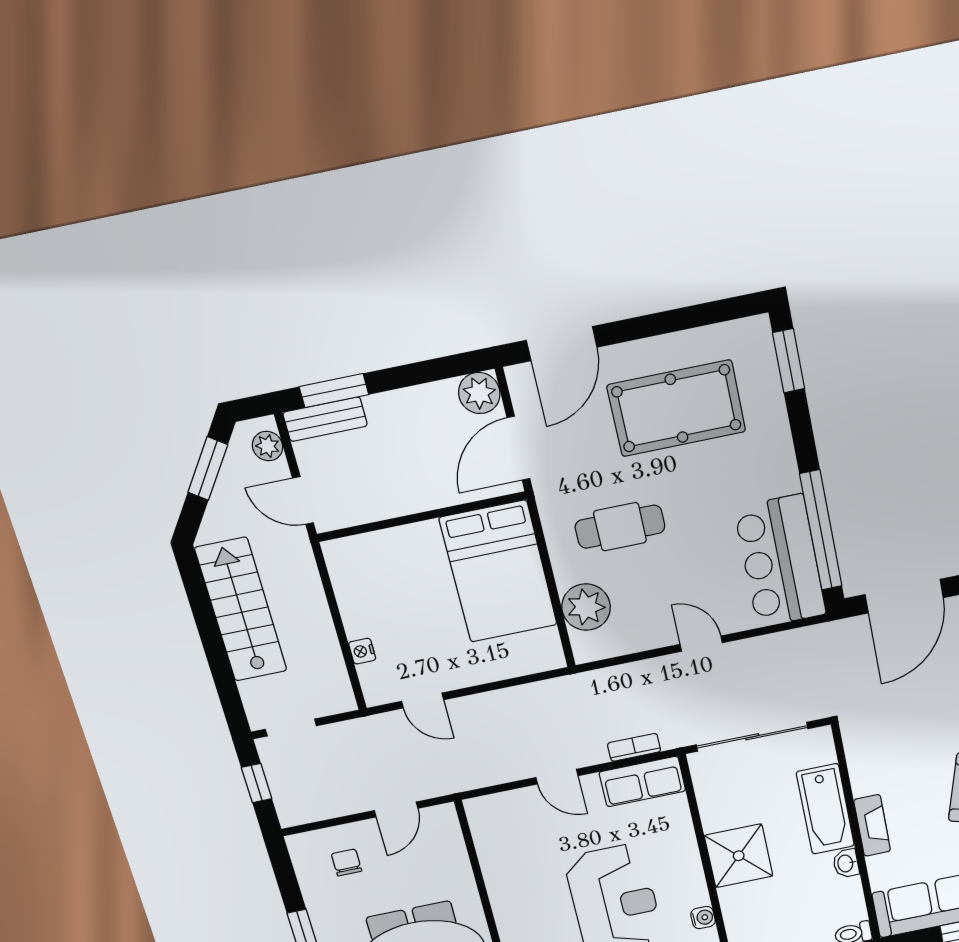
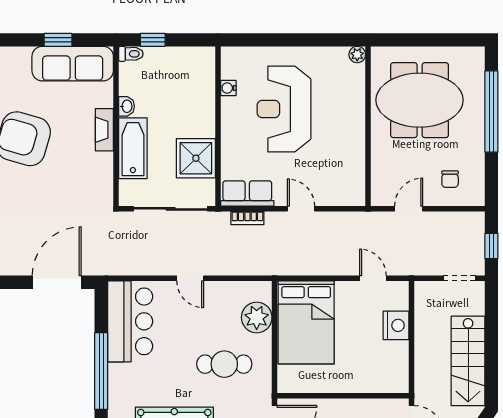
window: (821, 530) -> (101, 371), moved
bed: (498, 572) -> (306, 322), moved, turned 180
nightstand: (362, 651) -> (396, 325), width x1.89, depth x1.79
shower: (739, 856) -> (196, 158), moved

